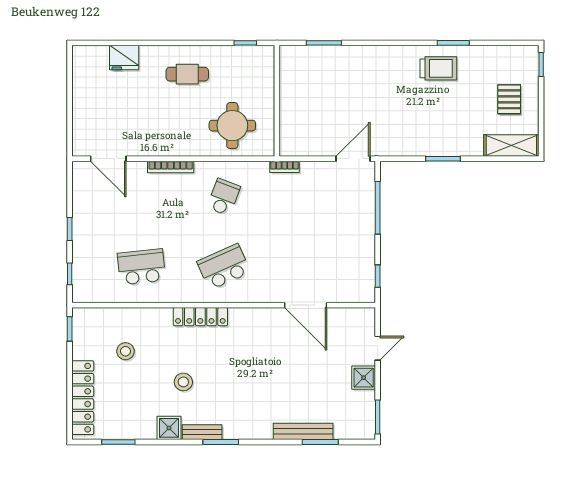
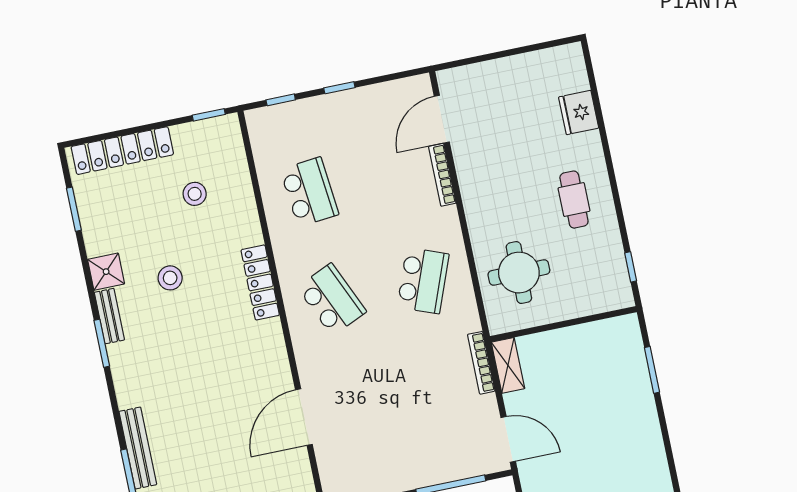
shelving: (299, 148) -> (508, 365), added
bookcase: (171, 167) -> (442, 175), moved
bookcase: (284, 167) -> (481, 363), width x1.56
school desk: (224, 197) -> (423, 281), width x1.85

